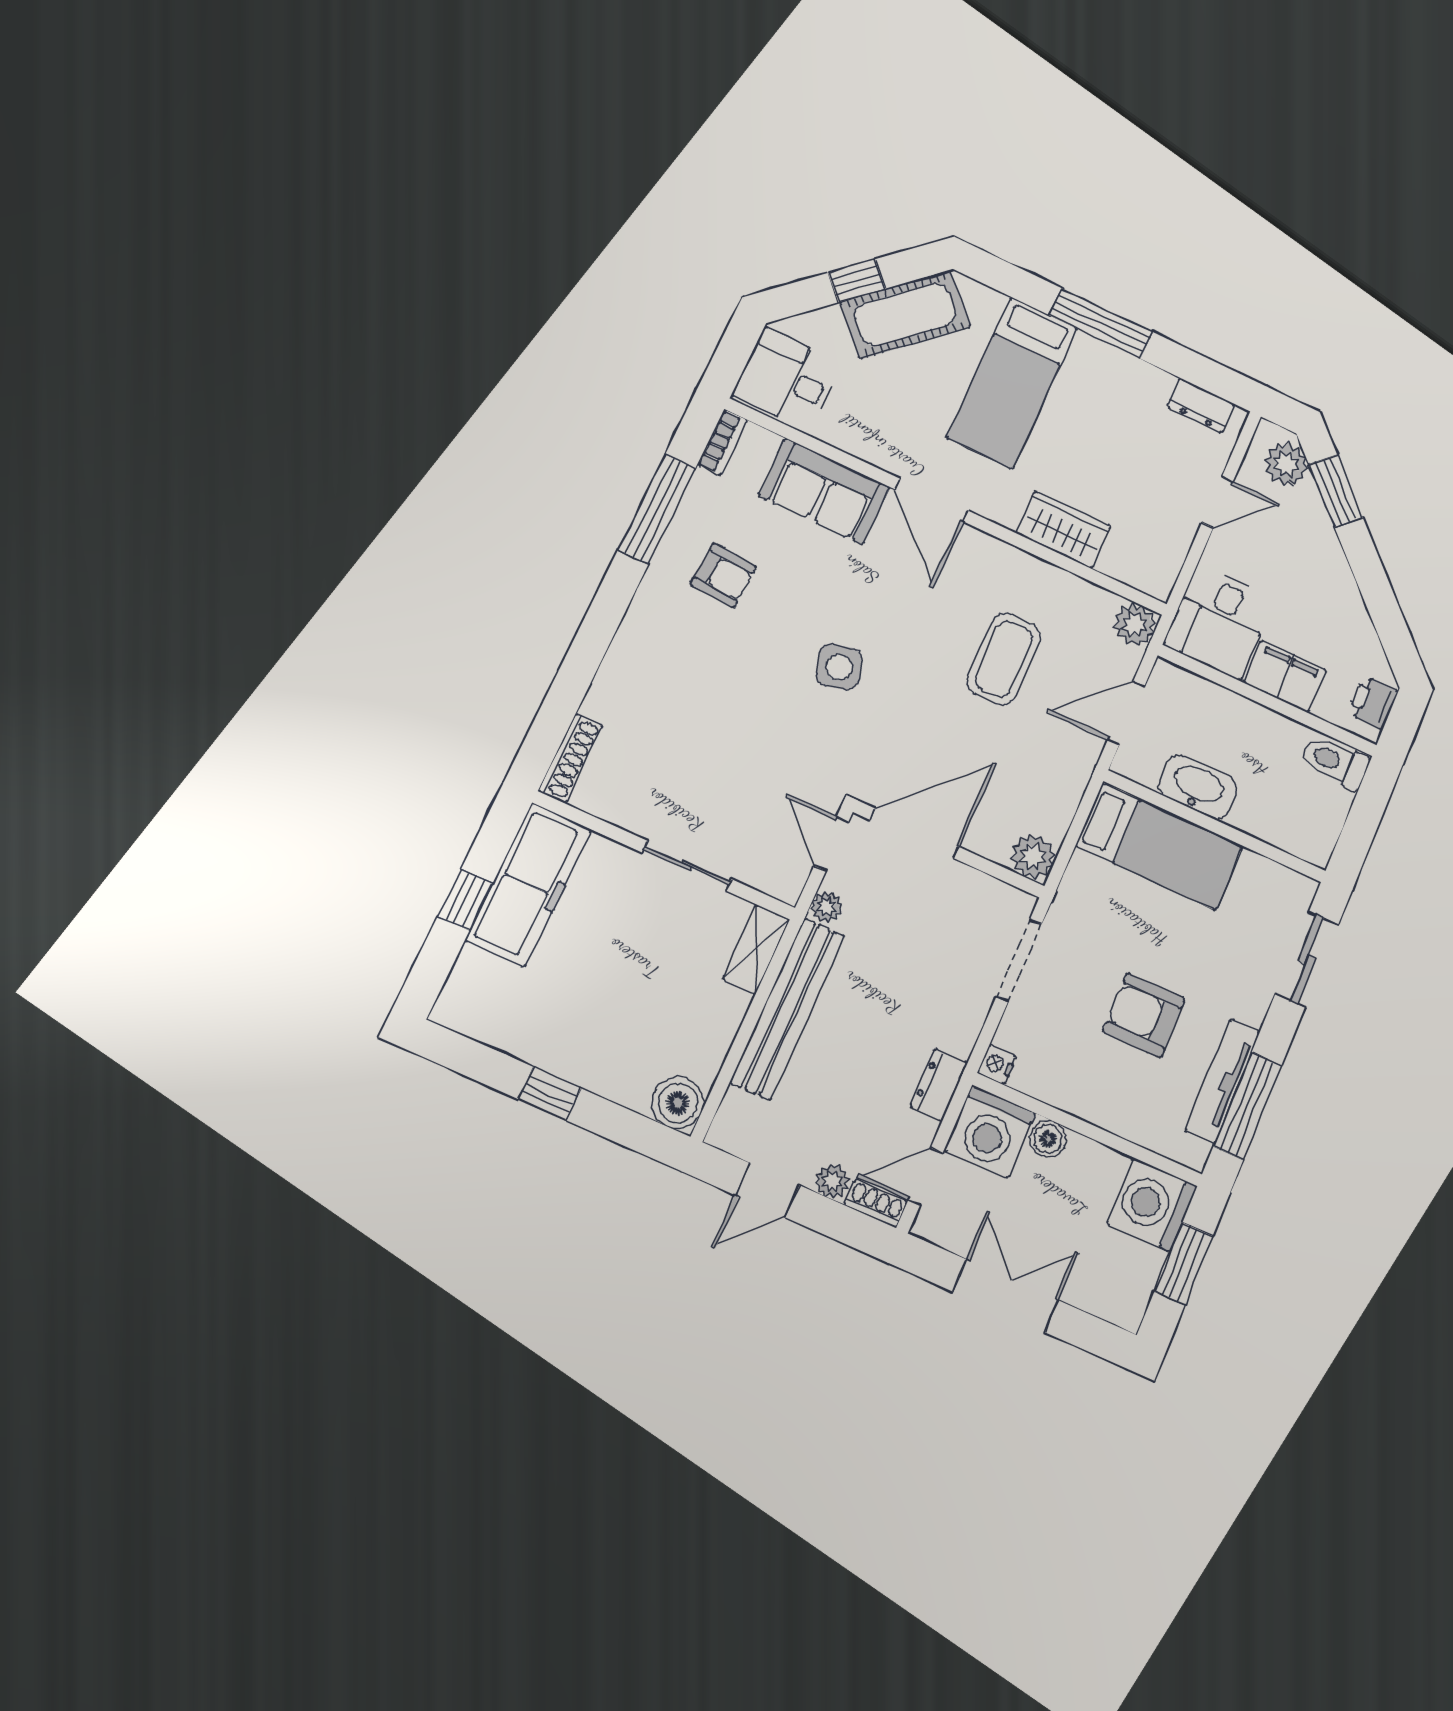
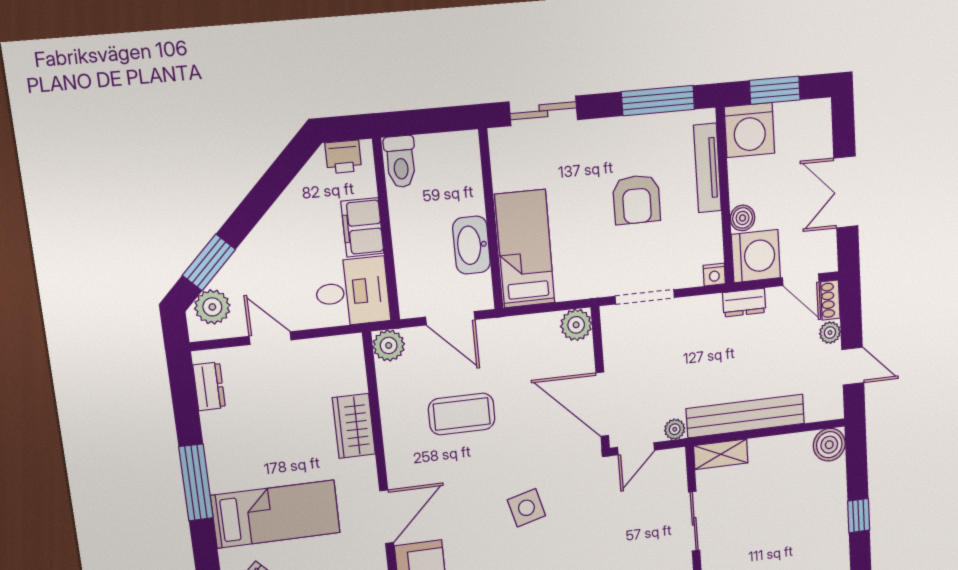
tv unit: (1223, 1081) -> (707, 168), moved, turned 90

